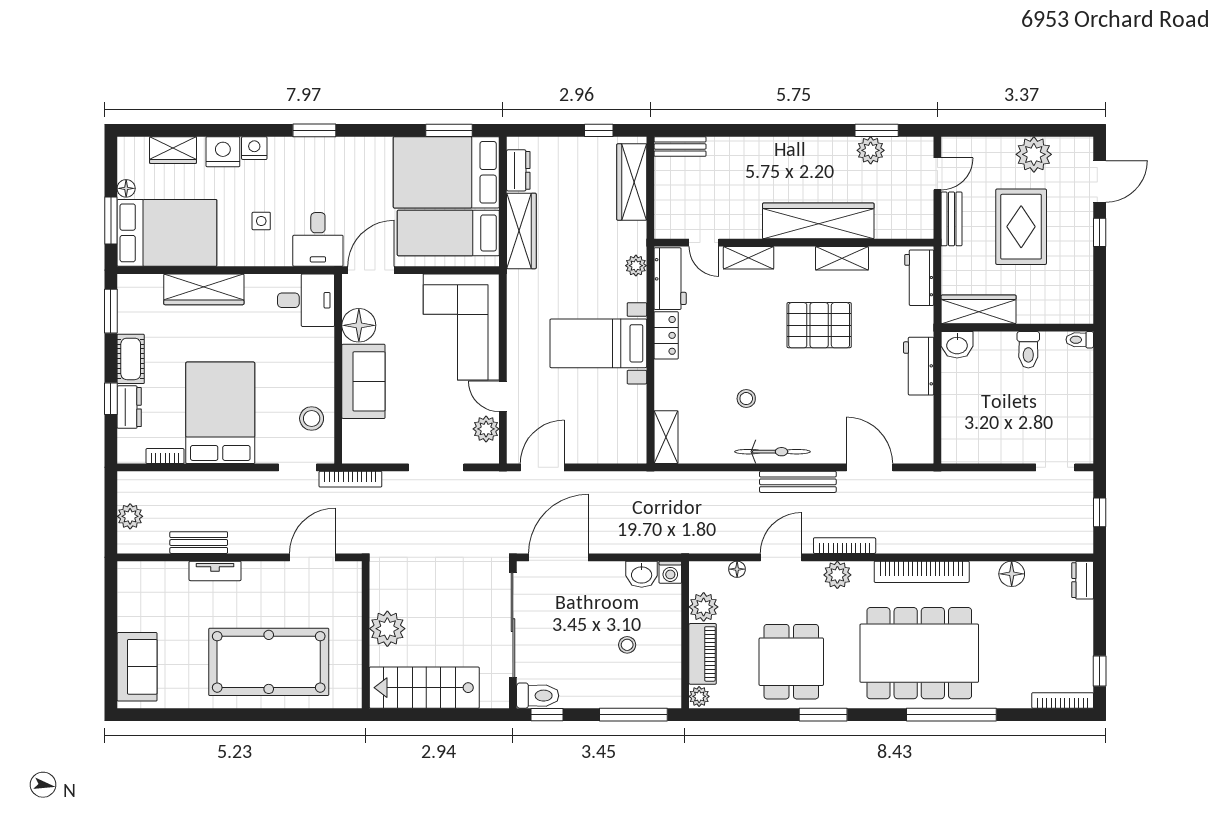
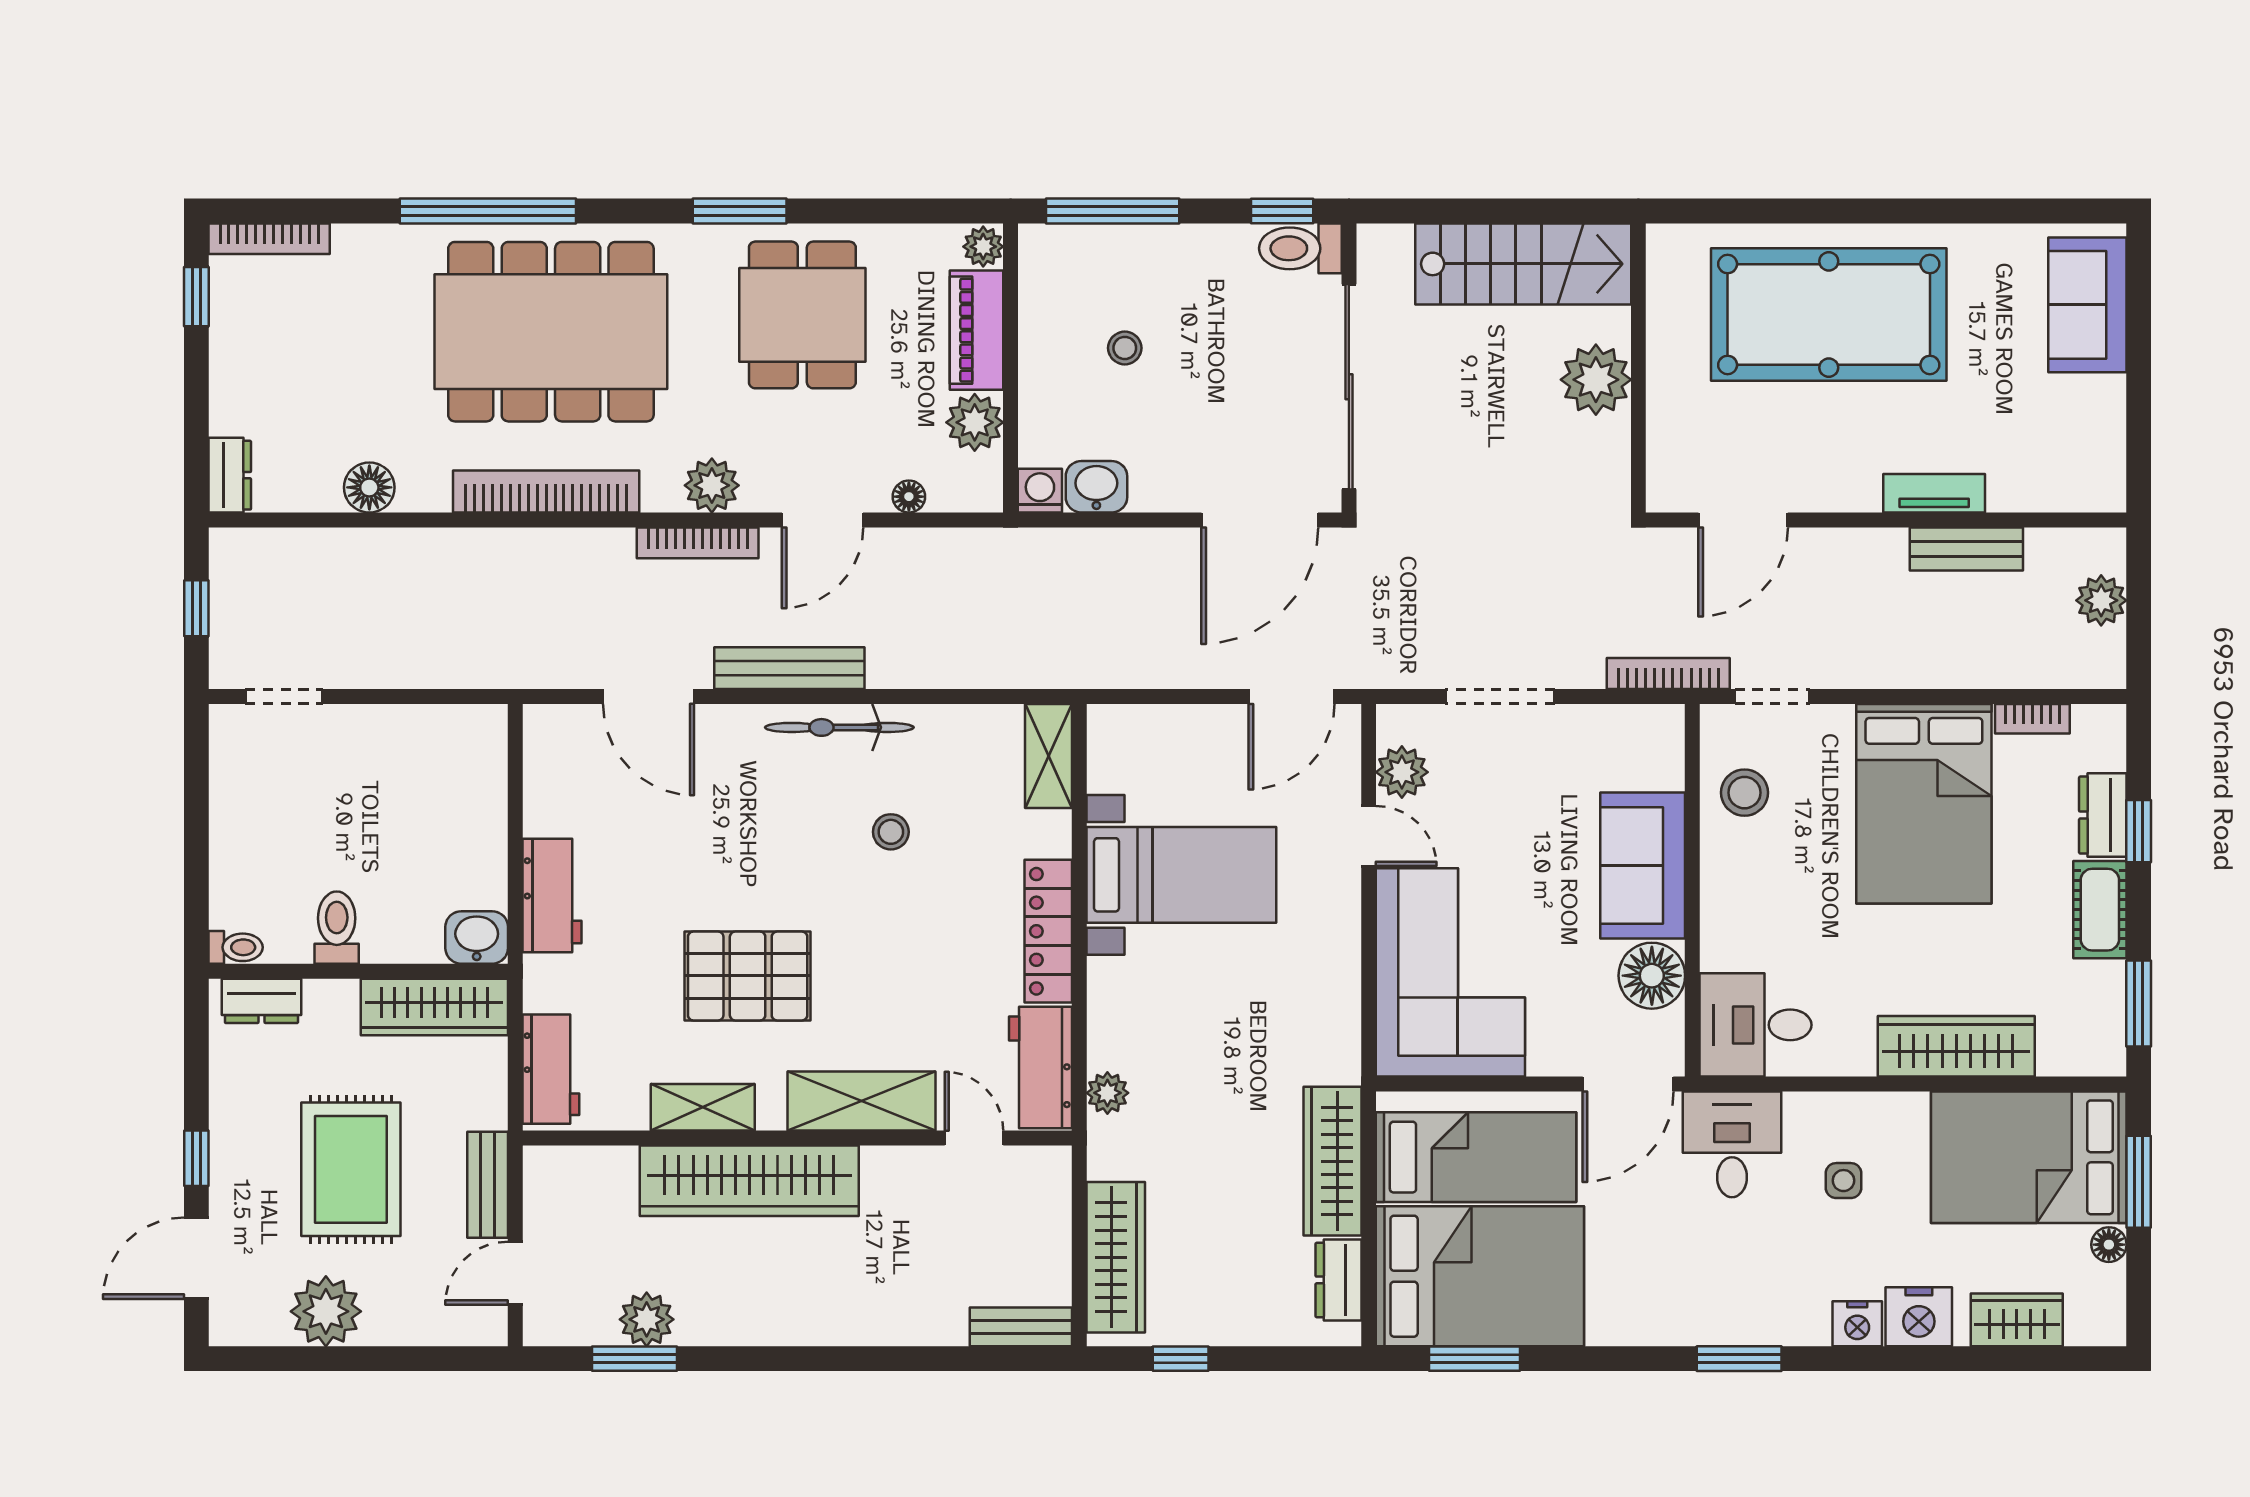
shelving: (749, 258) -> (862, 1101), width x1.50, depth x1.33
dresser: (1067, 312) -> (261, 1001), added
locker: (666, 335) -> (1048, 931), width x1.53
bed with nightstands: (598, 343) -> (1181, 875), moved

